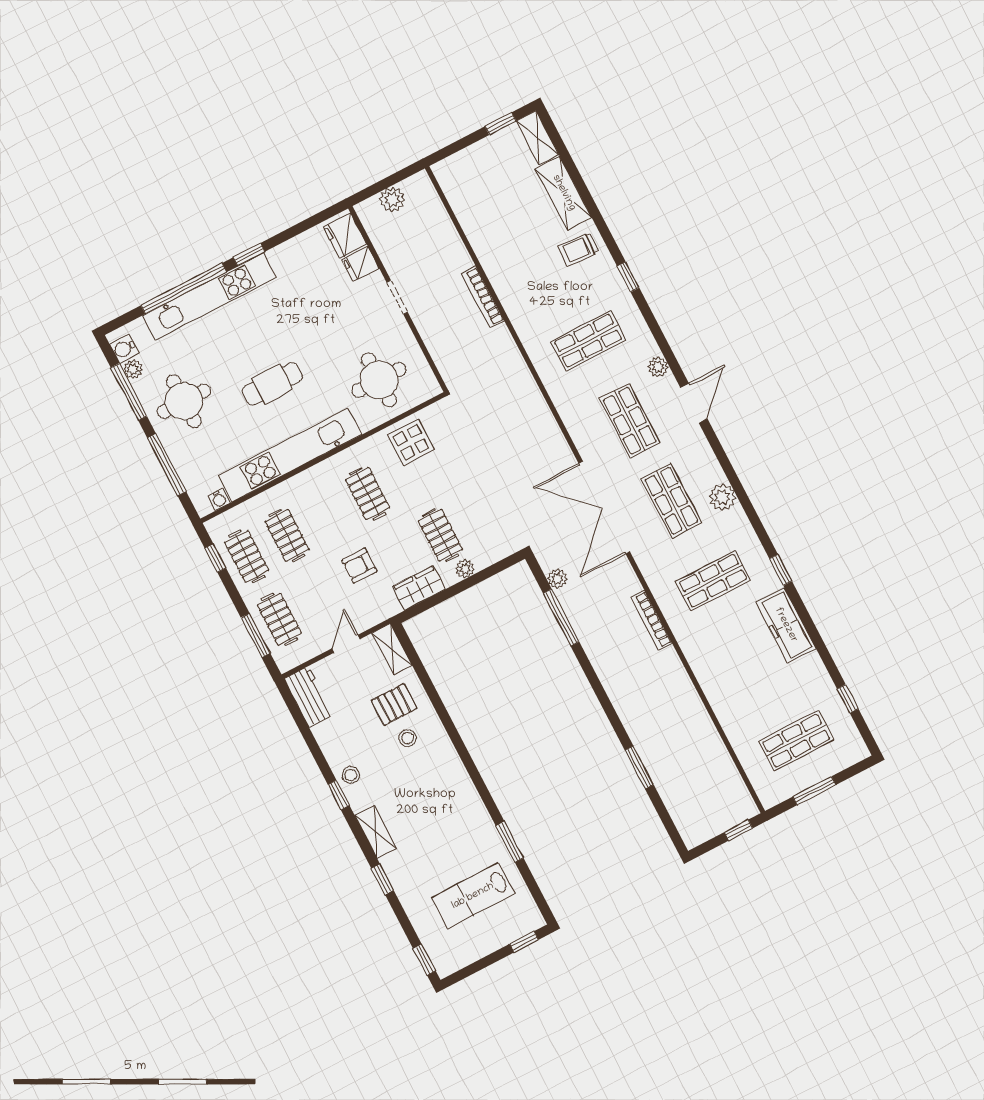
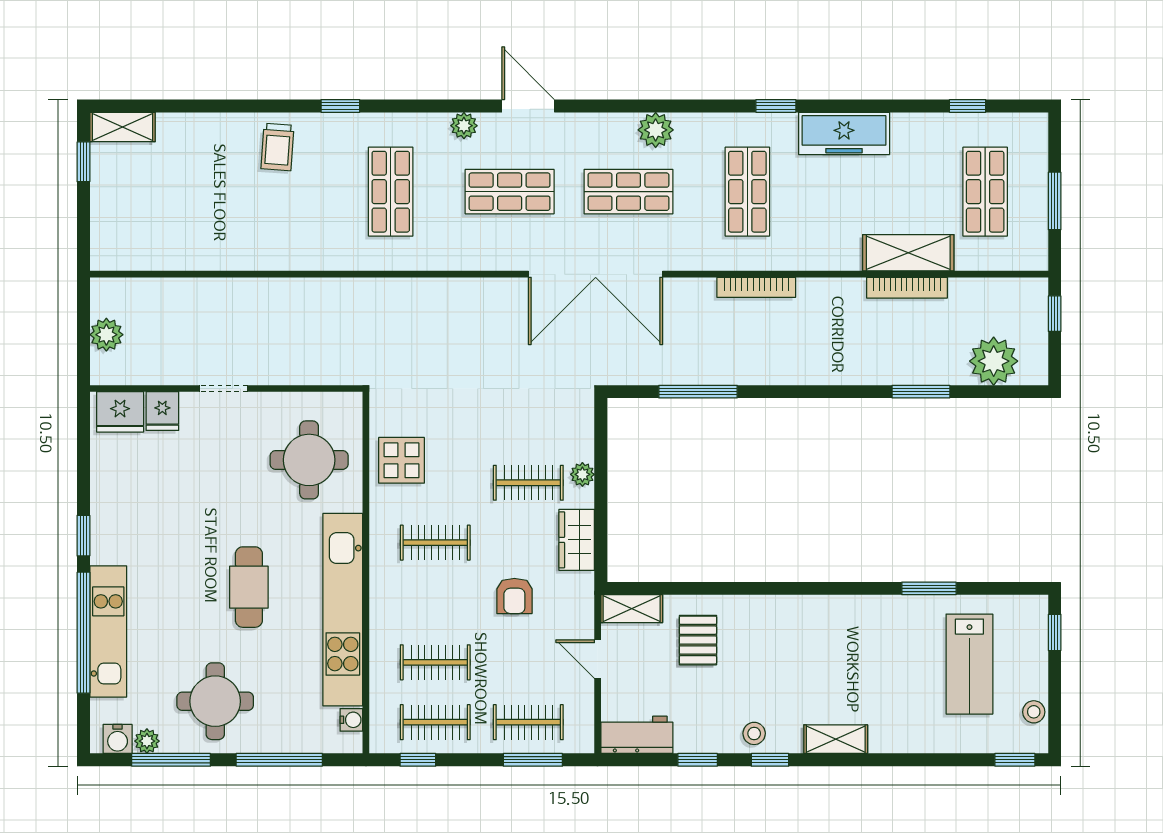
shelving: (564, 193) -> (908, 253), moved
kitchen unit: (209, 296) -> (108, 632), width x0.73
bookcase: (483, 297) -> (907, 288), moved
plant: (557, 579) -> (994, 361), moved, width x1.87, depth x1.87
stool: (408, 738) -> (1034, 712), moved
window: (383, 879) -> (698, 760), moved

